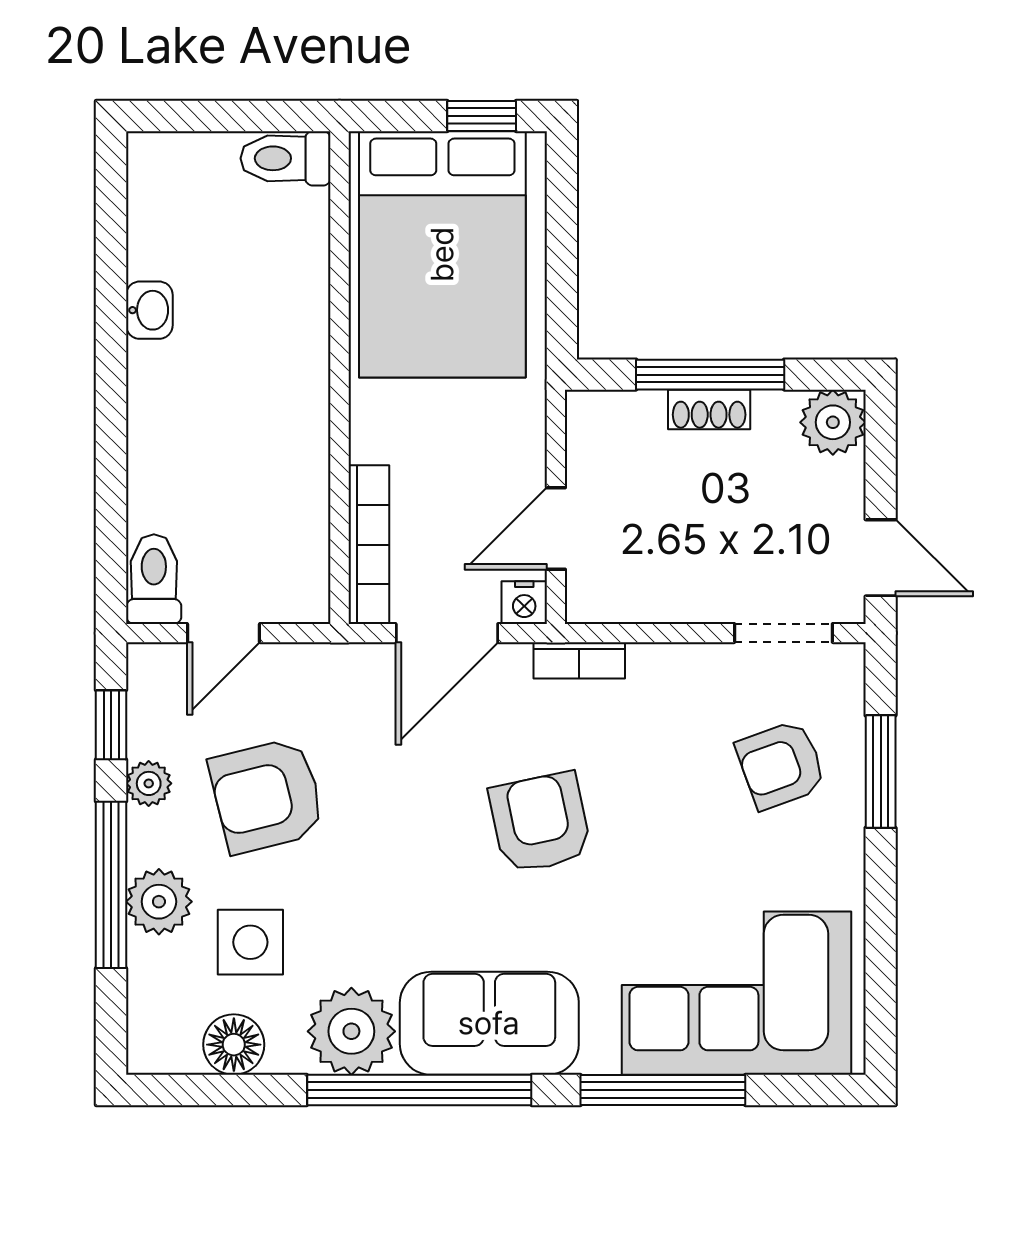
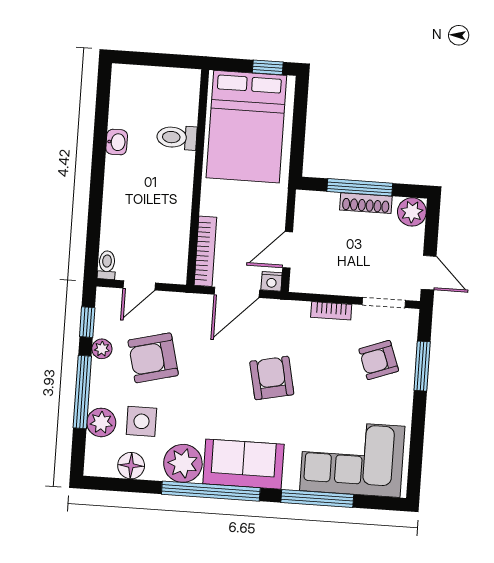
toilet: (286, 158) -> (177, 137), moved
shoe rack: (709, 409) -> (366, 203), width x1.43
toilet: (154, 579) -> (107, 265), width x0.73, depth x0.72
bookcase: (579, 660) -> (331, 311), moved
plant: (159, 902) -> (101, 422), moved

